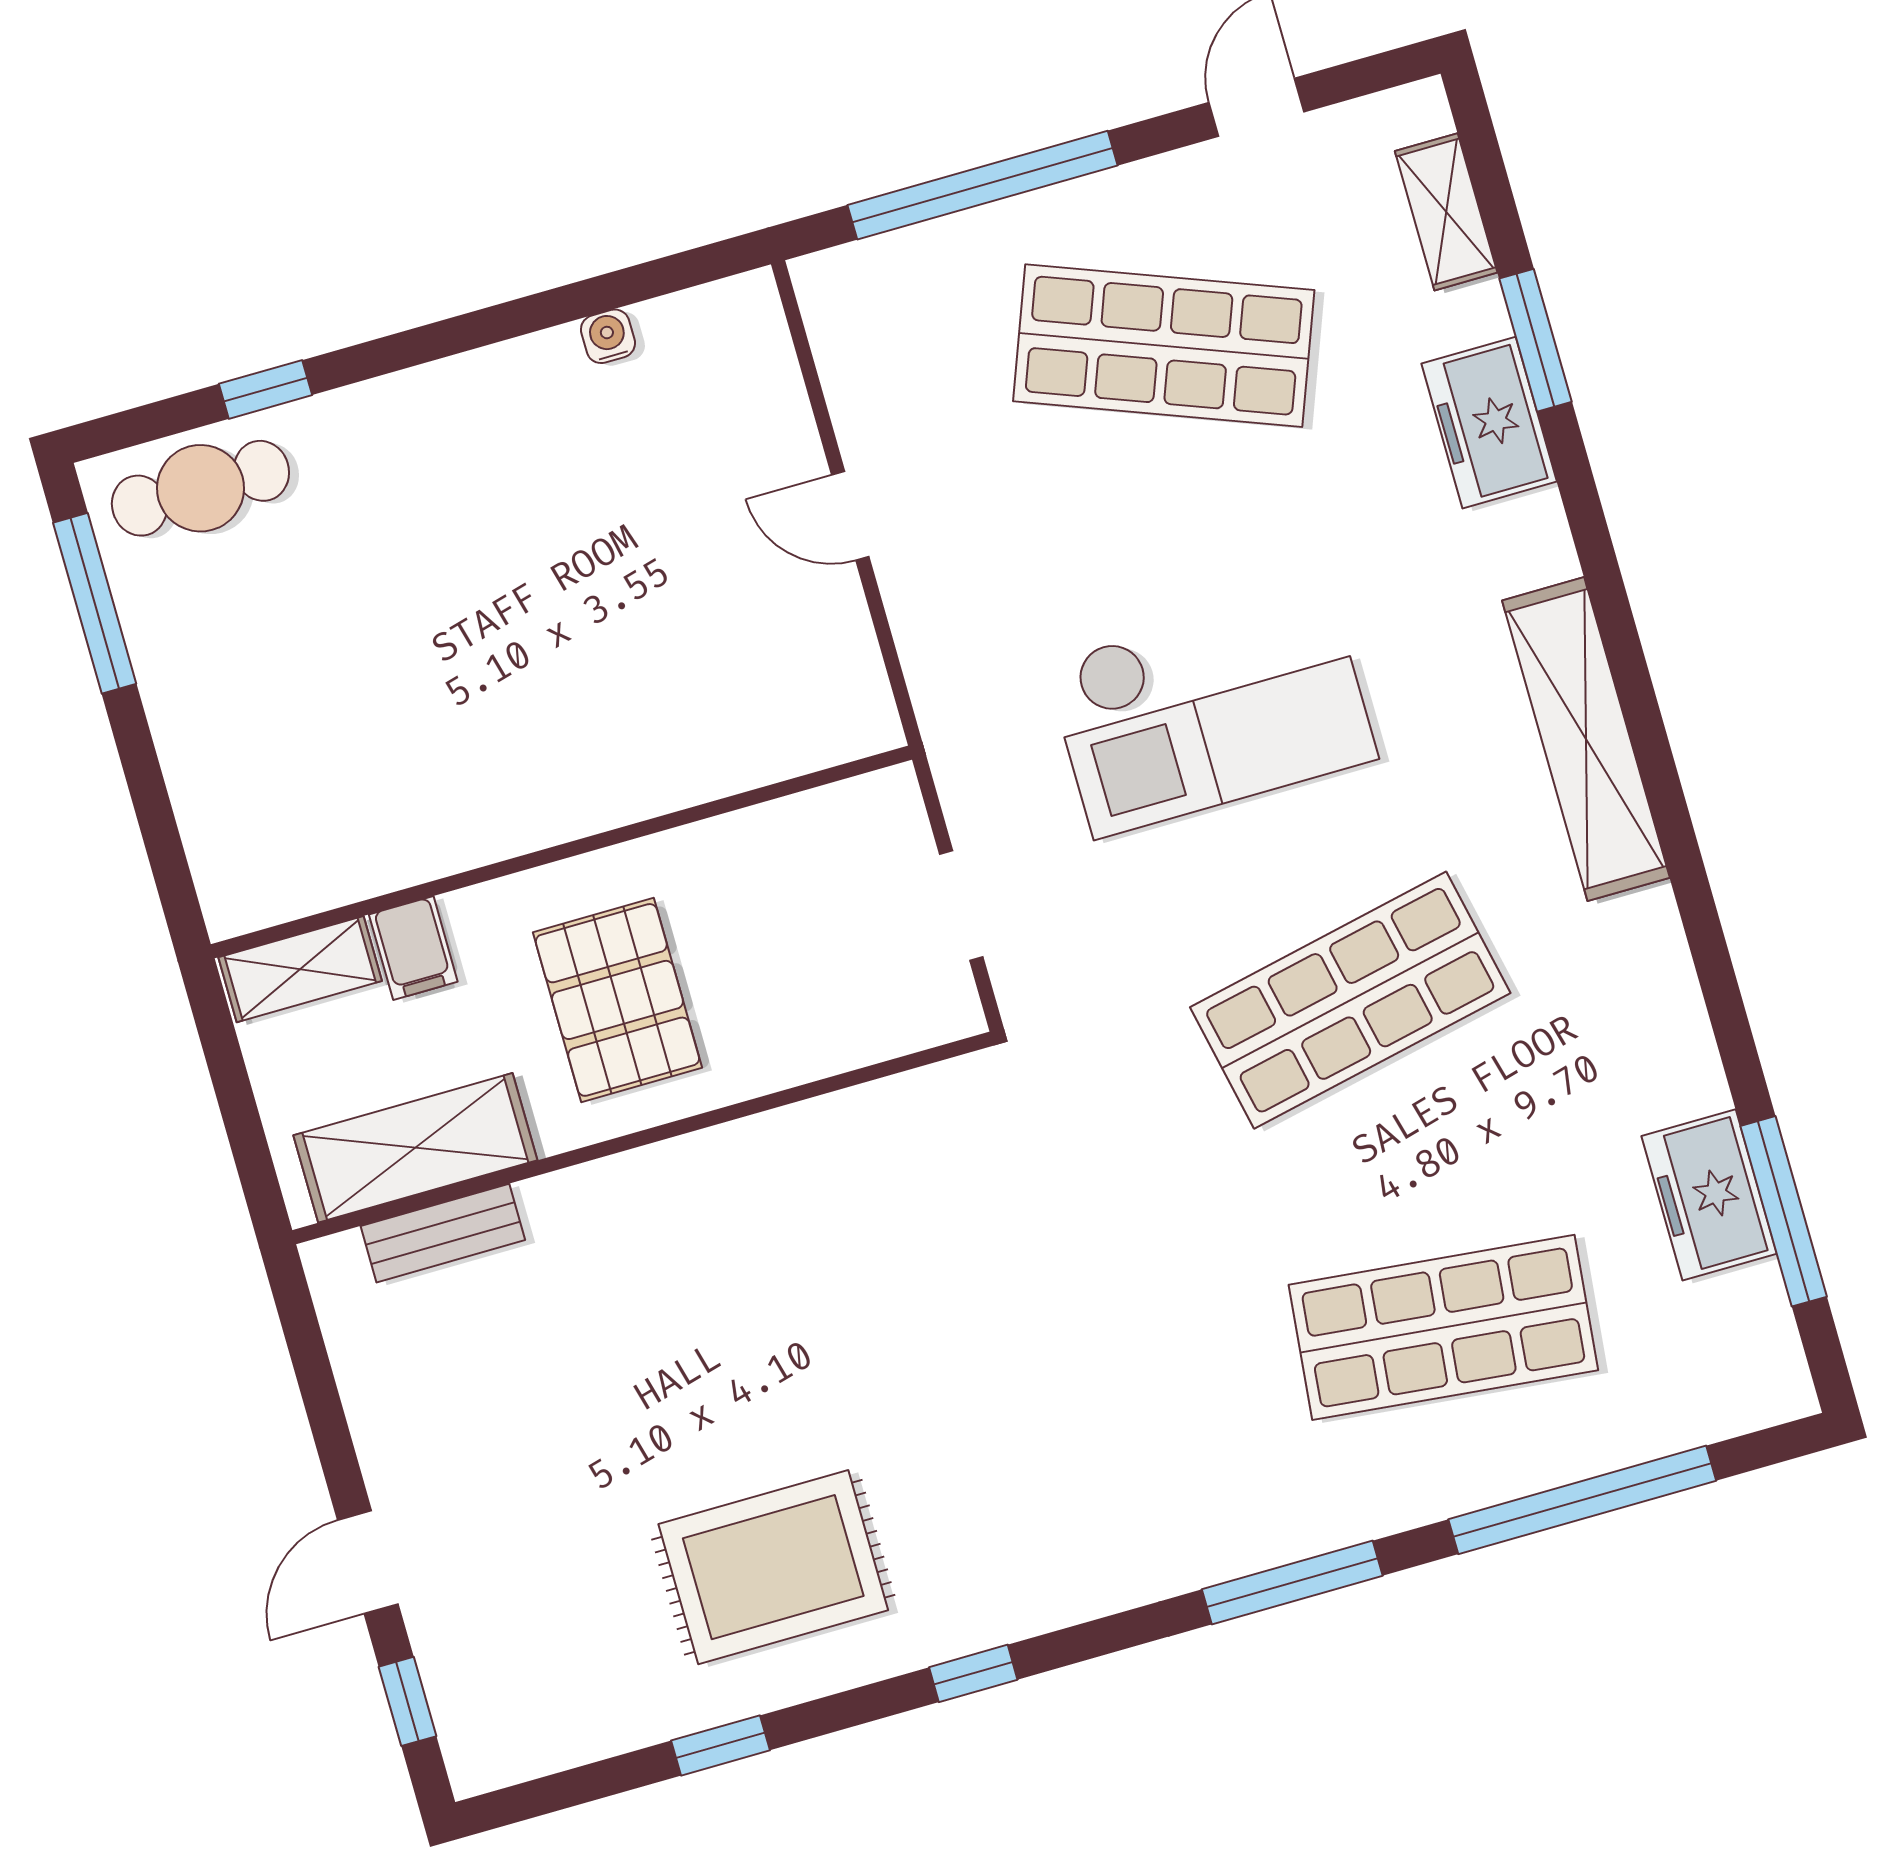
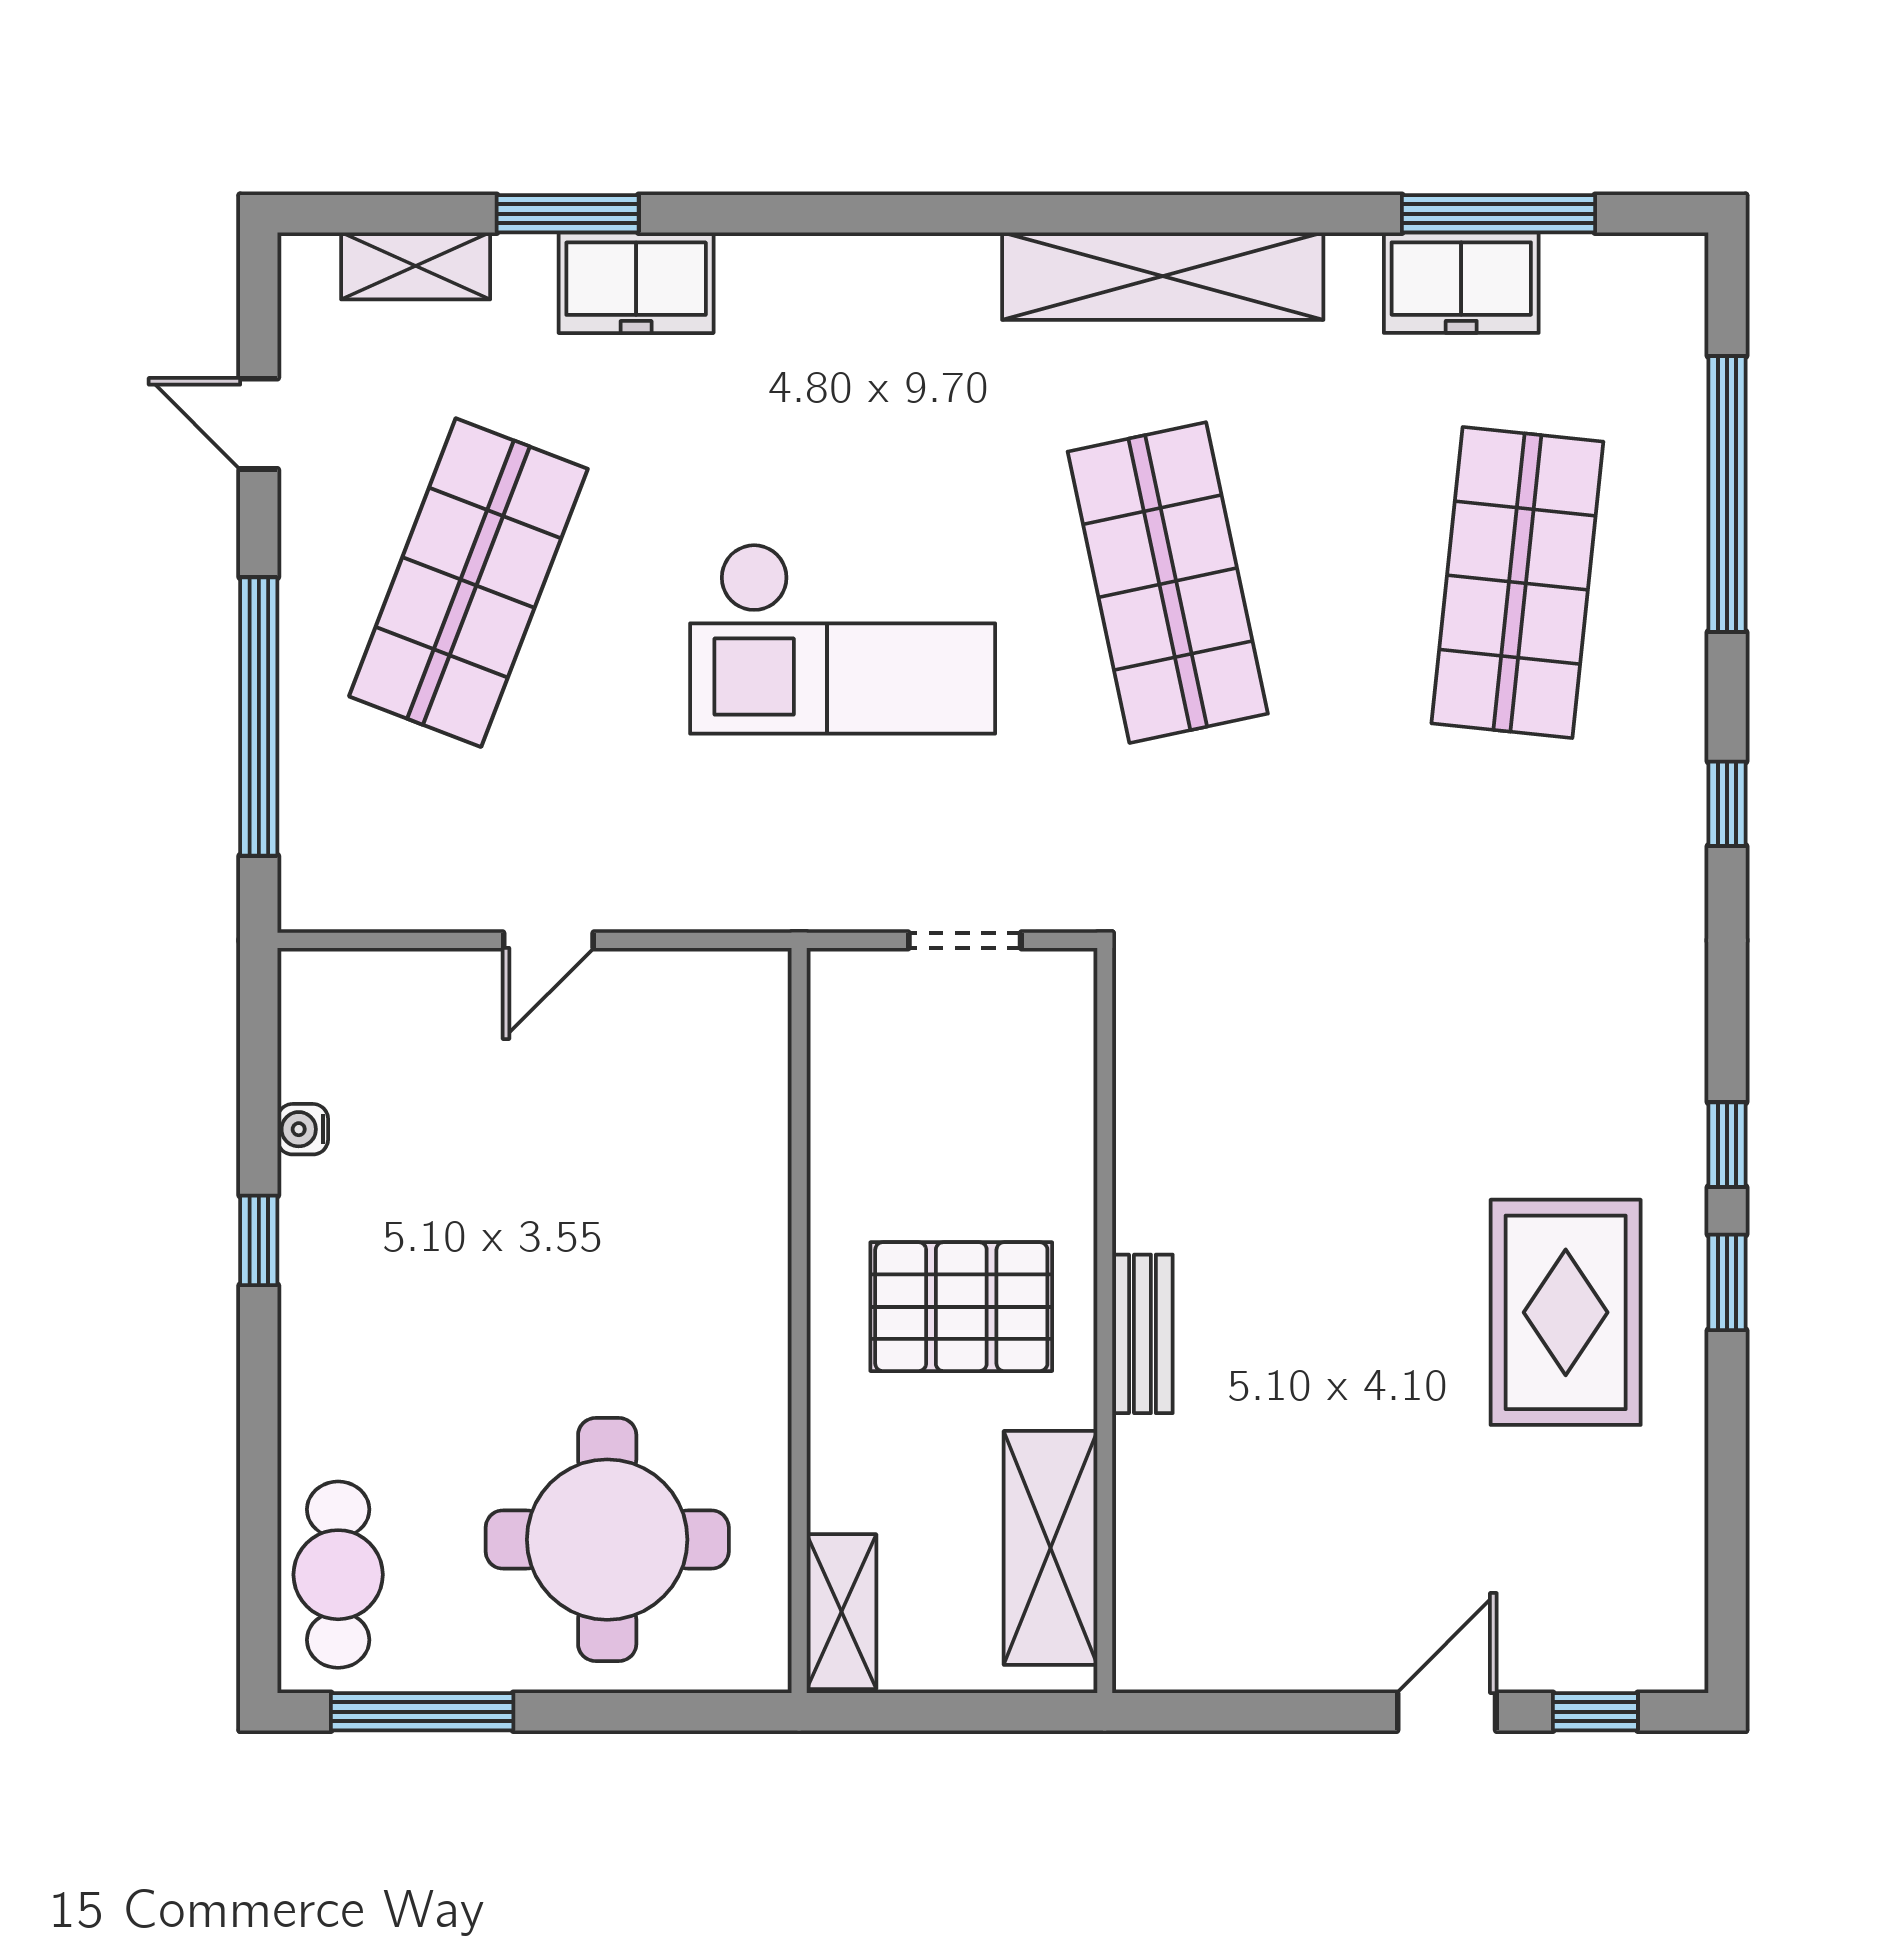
window: (265, 389) -> (259, 1240), moved
checkout: (1211, 711) -> (843, 638), turned 90
round table: (305, 731) -> (607, 1540), added
shelving: (1586, 739) -> (1163, 276), moved
filing cabinet: (413, 948) -> (852, 1494), removed
bench: (443, 1233) -> (1142, 1334), moved
door: (368, 1562) -> (1447, 1712), swing flipped
window: (1292, 1583) -> (1727, 804), width x0.46
window: (720, 1745) -> (1727, 1282), moved

